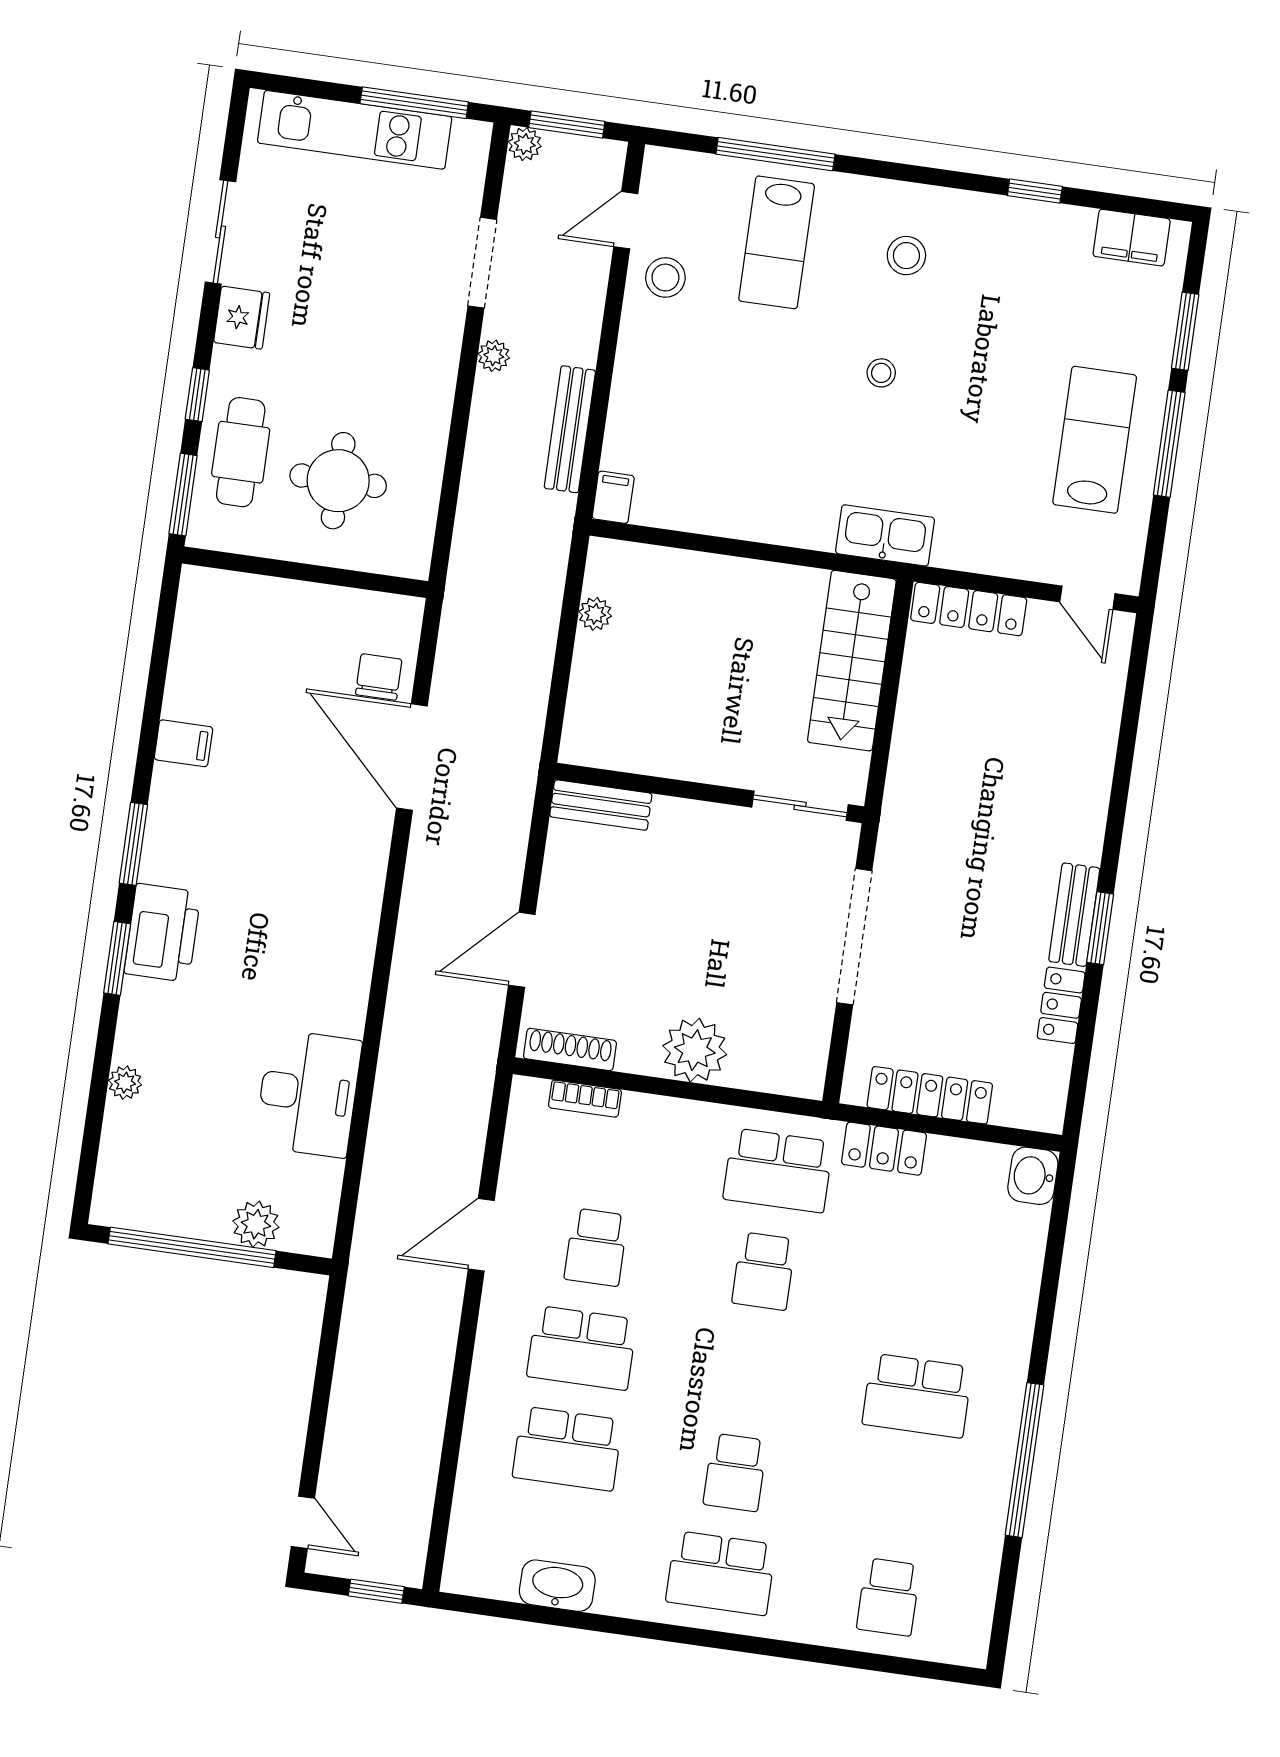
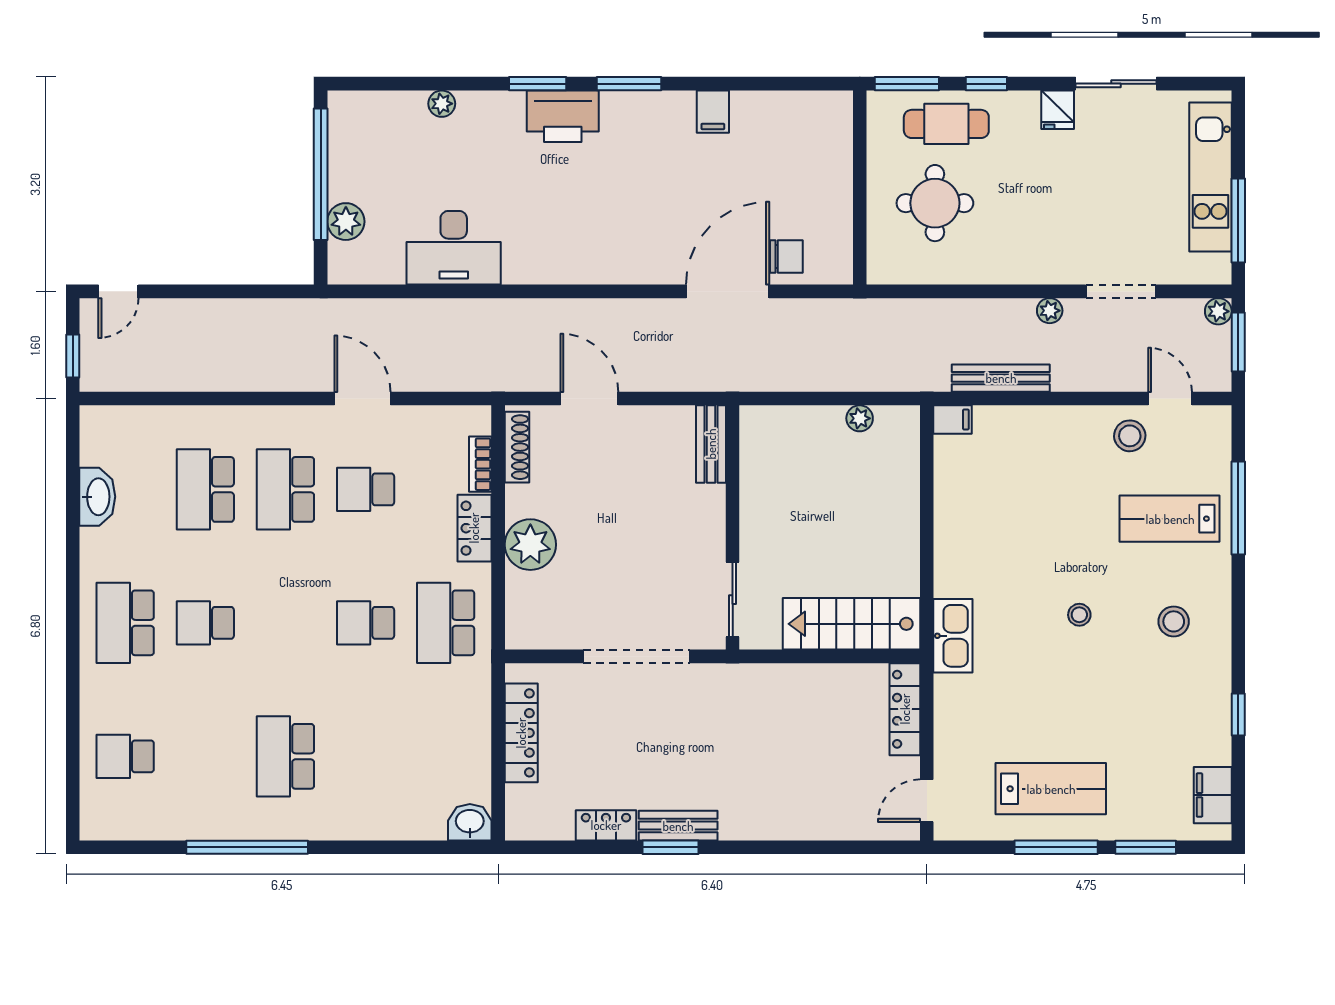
fridge: (242, 318) -> (1058, 110), width x0.72
locker: (884, 1149) -> (474, 528), moved

